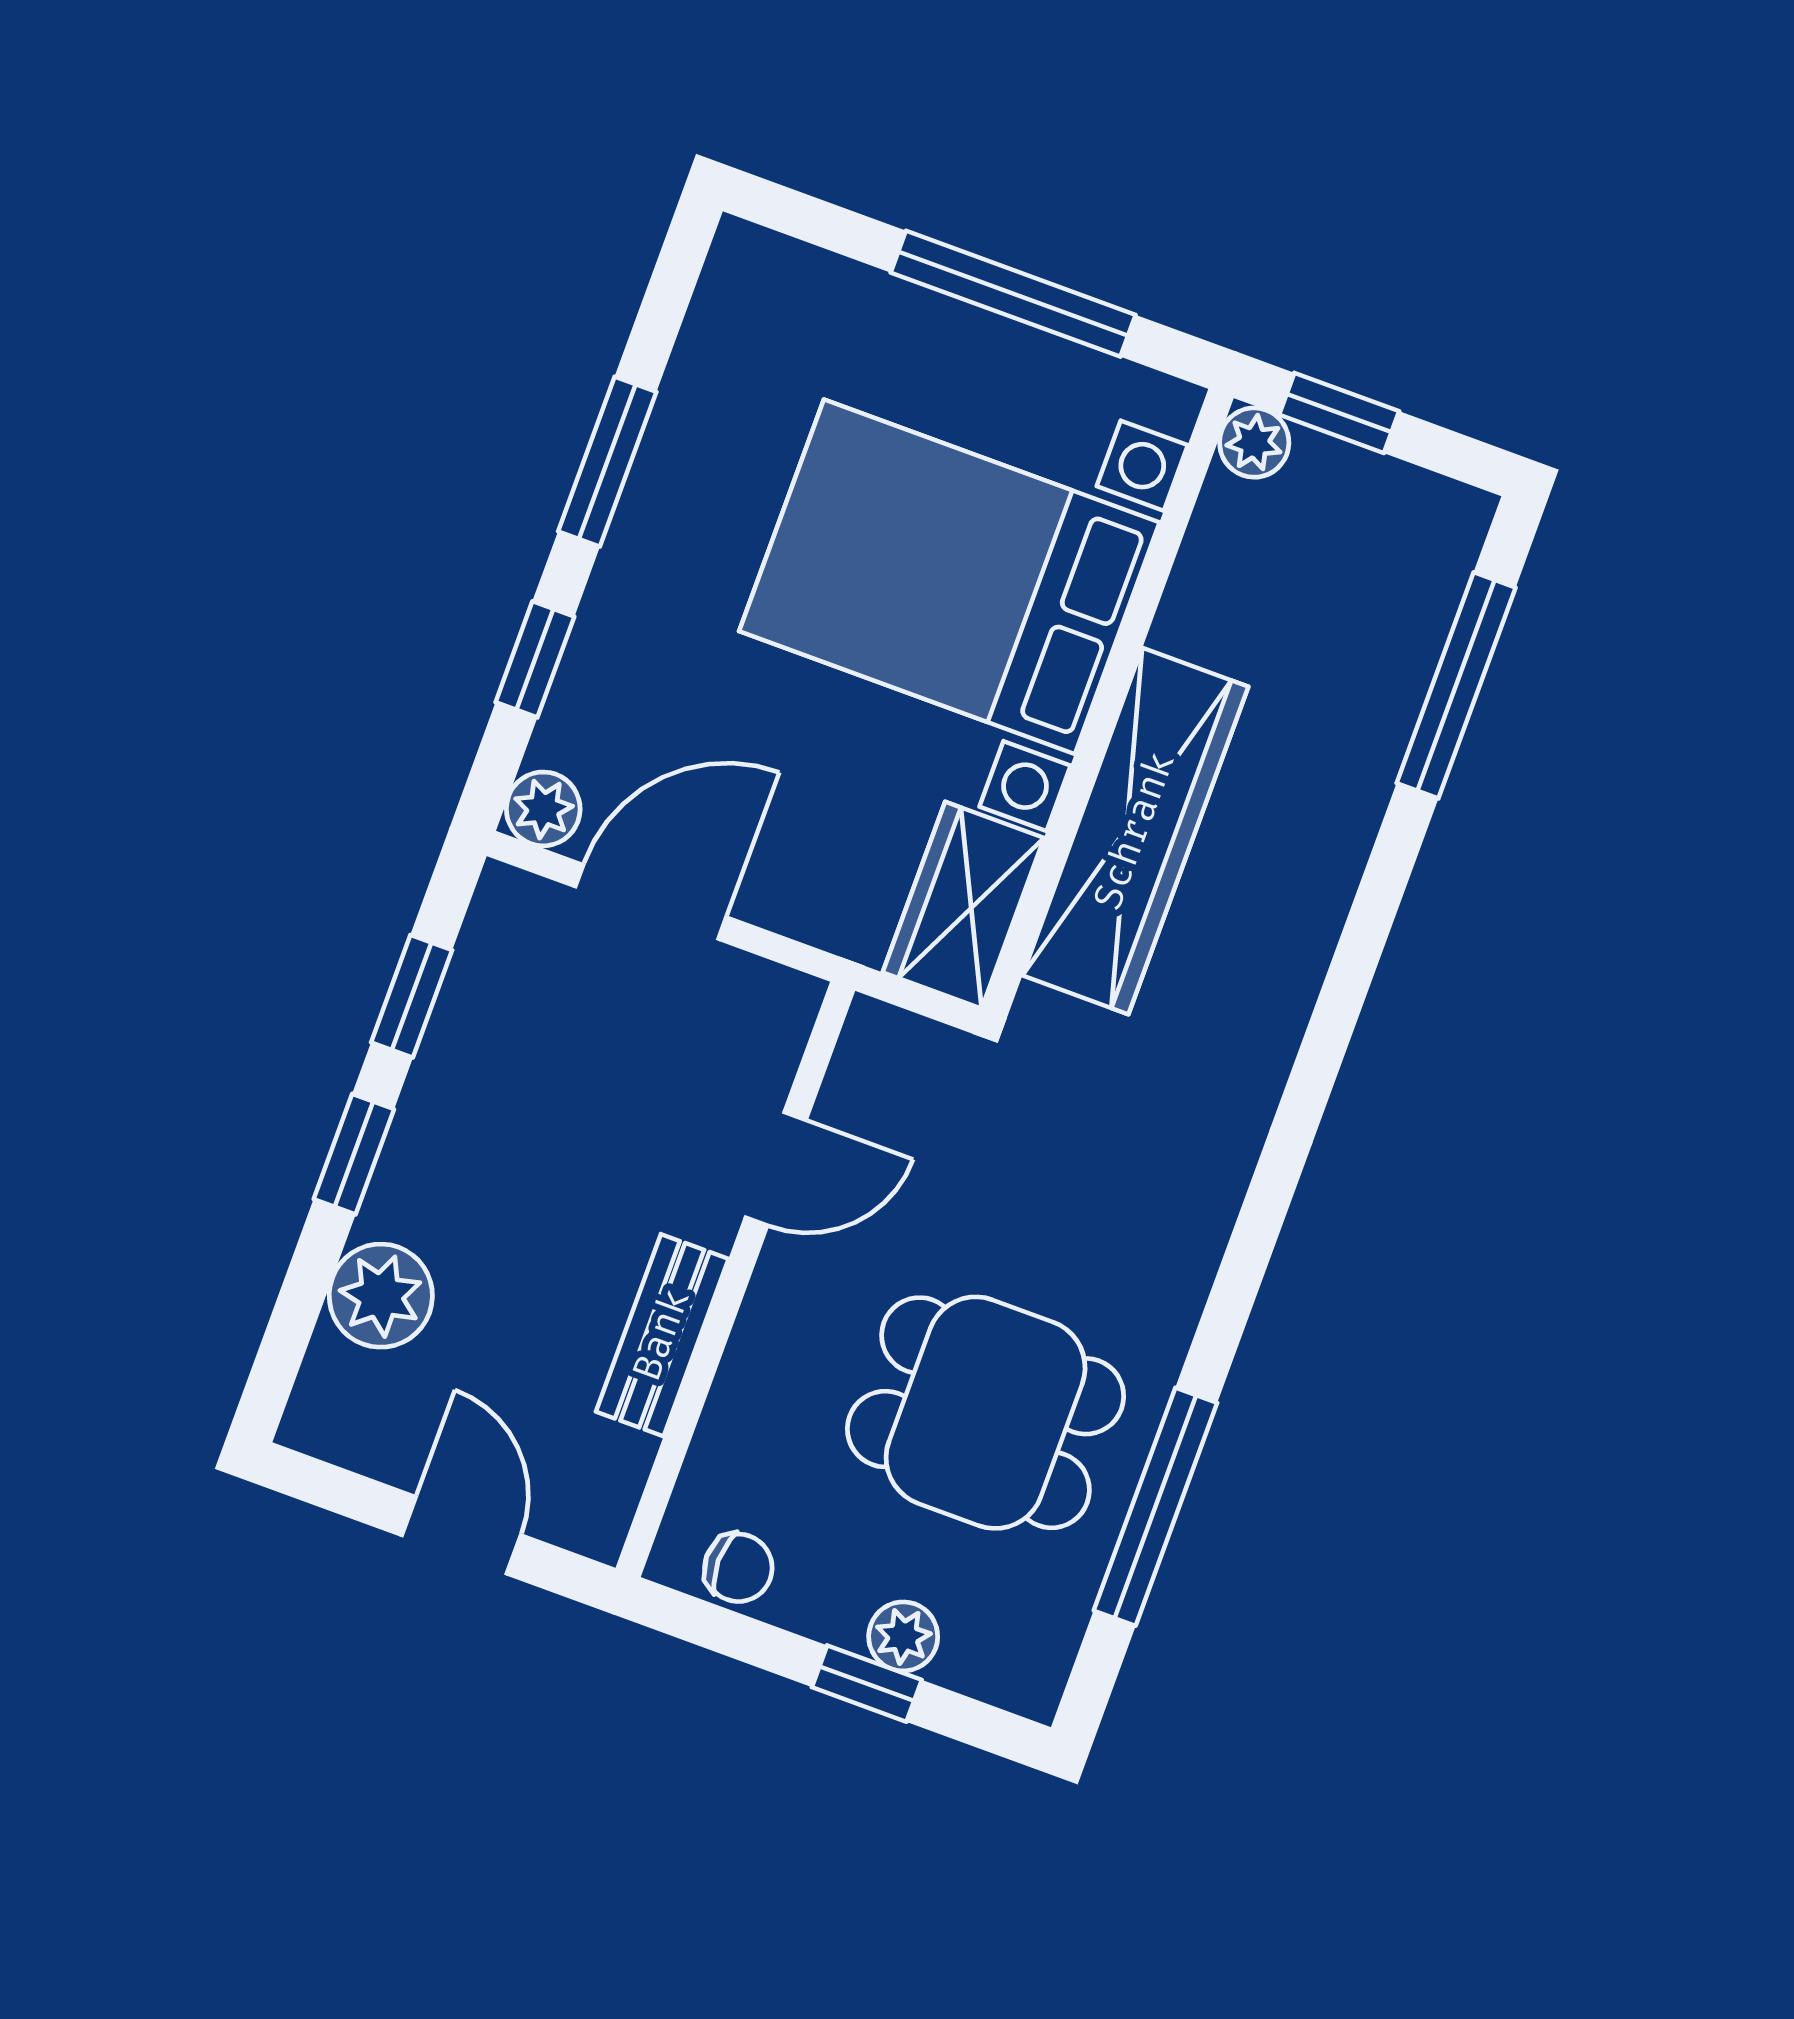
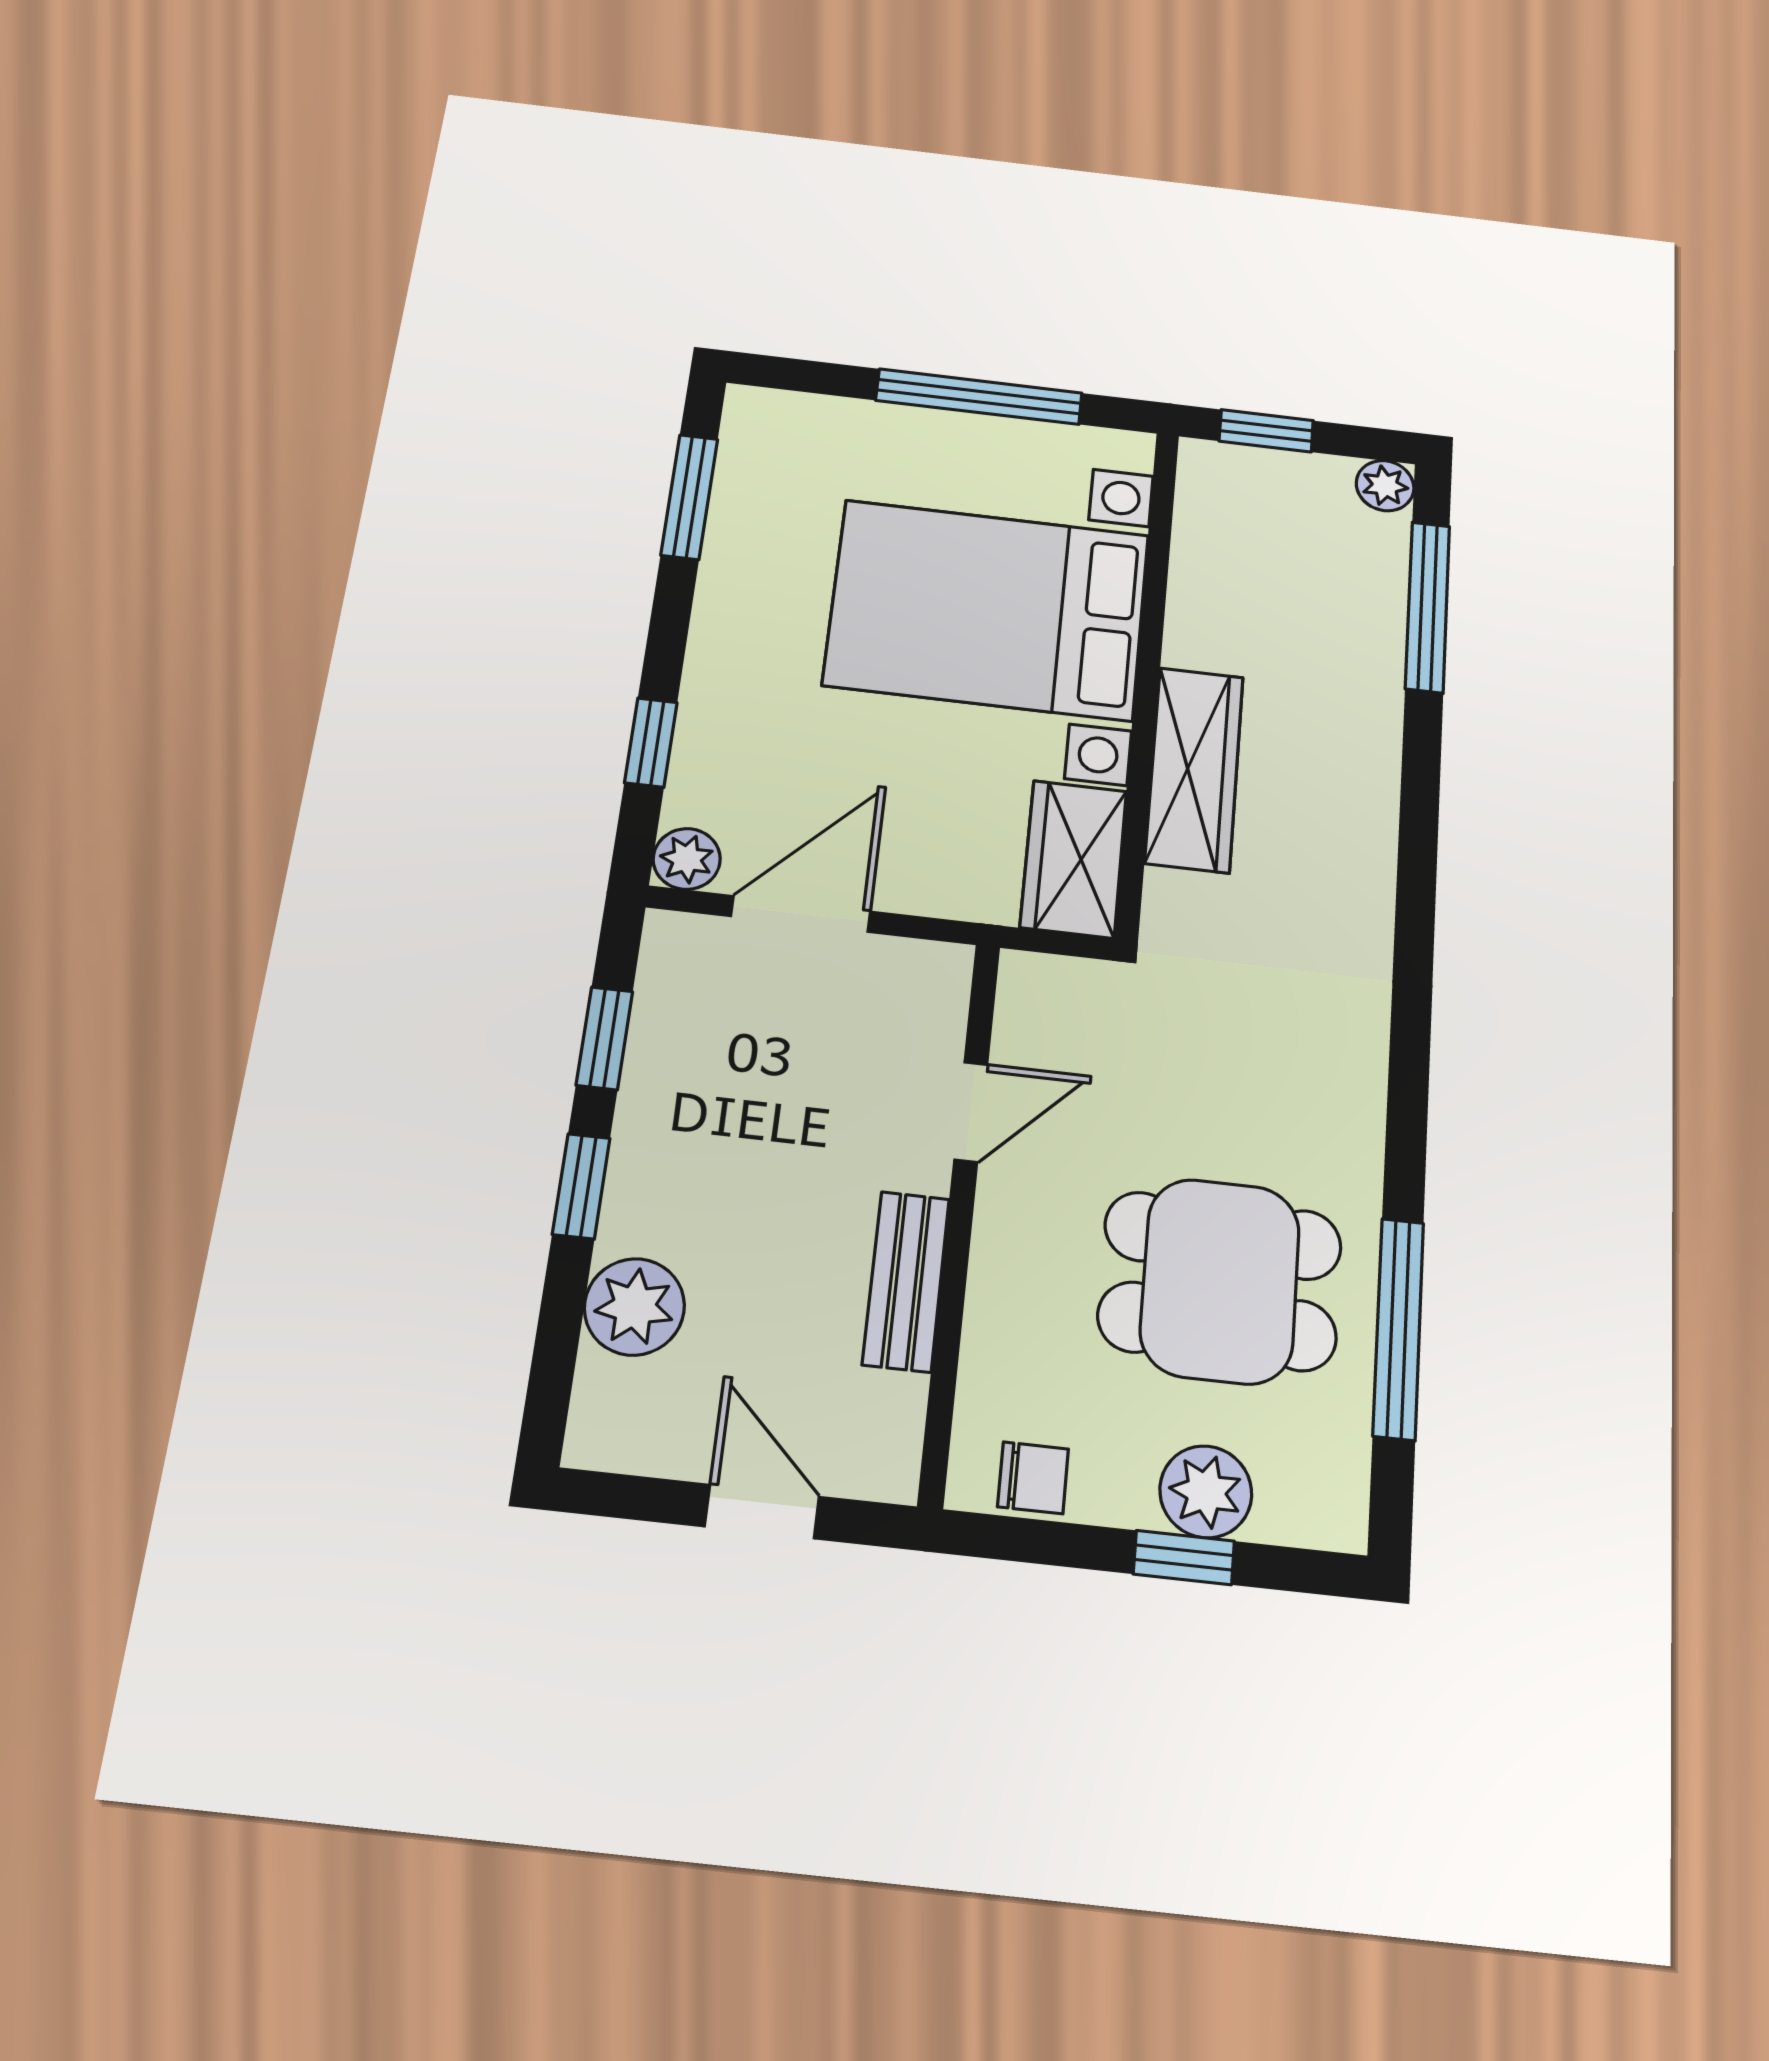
plant: (1254, 443) -> (1385, 486), moved
window: (607, 462) -> (689, 497), moved
wardrobe: (1135, 831) -> (1194, 769), width x0.71, depth x0.85
plant: (903, 1636) -> (1206, 1492), width x1.38, depth x1.38

